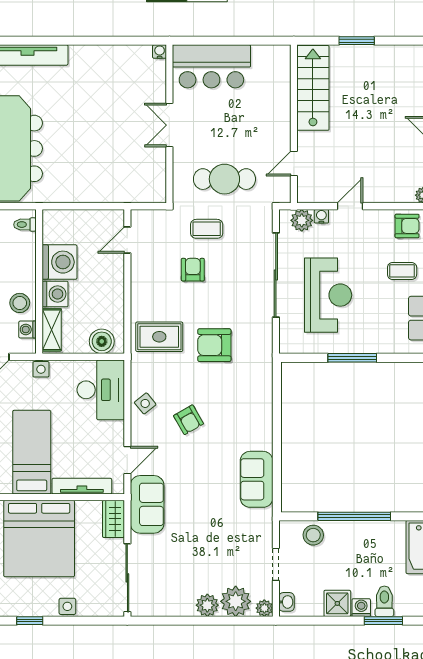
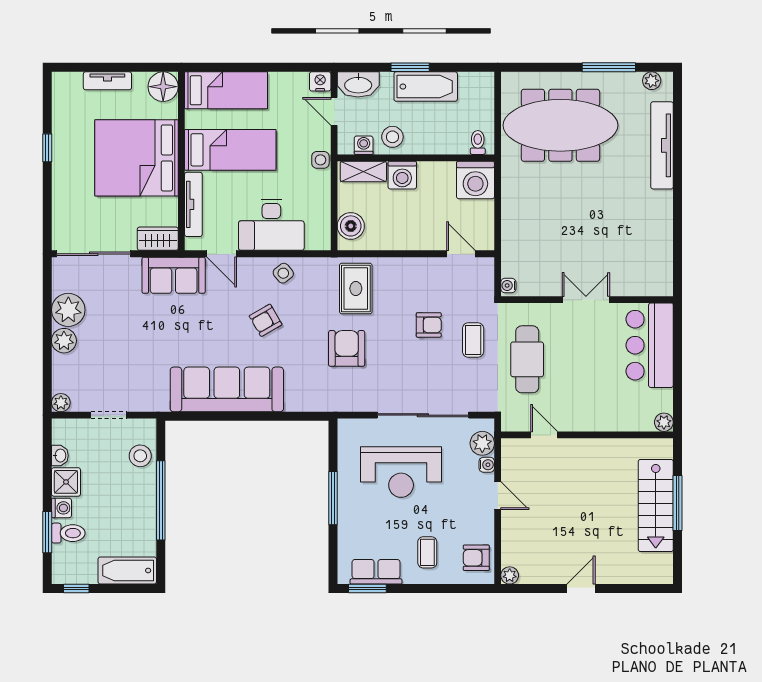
window: (357, 41) -> (678, 503), width x1.44
water cooler: (160, 52) -> (508, 286), moved, turned 180
plant: (282, 53) -> (664, 422), added
stairs: (313, 88) -> (656, 505), moved, turned 90
armchair: (407, 226) -> (476, 558), turned 90
washing machine: (59, 262) -> (475, 180), moved
desk: (101, 390) -> (271, 225), moved
sofa: (257, 479) -> (227, 389), width x1.85, depth x1.27
plant: (236, 601) -> (68, 310), moved
washbasin: (286, 602) -> (60, 456), moved, turned -90
side table: (67, 606) -> (63, 189), removed

